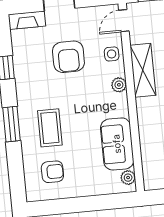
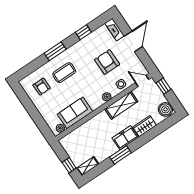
armchair: (68, 57) -> (107, 62), turned 90

